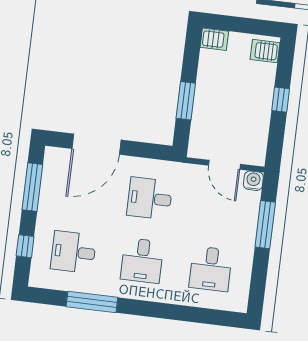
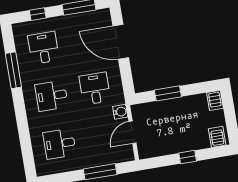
water cooler: (253, 181) -> (120, 112), moved

